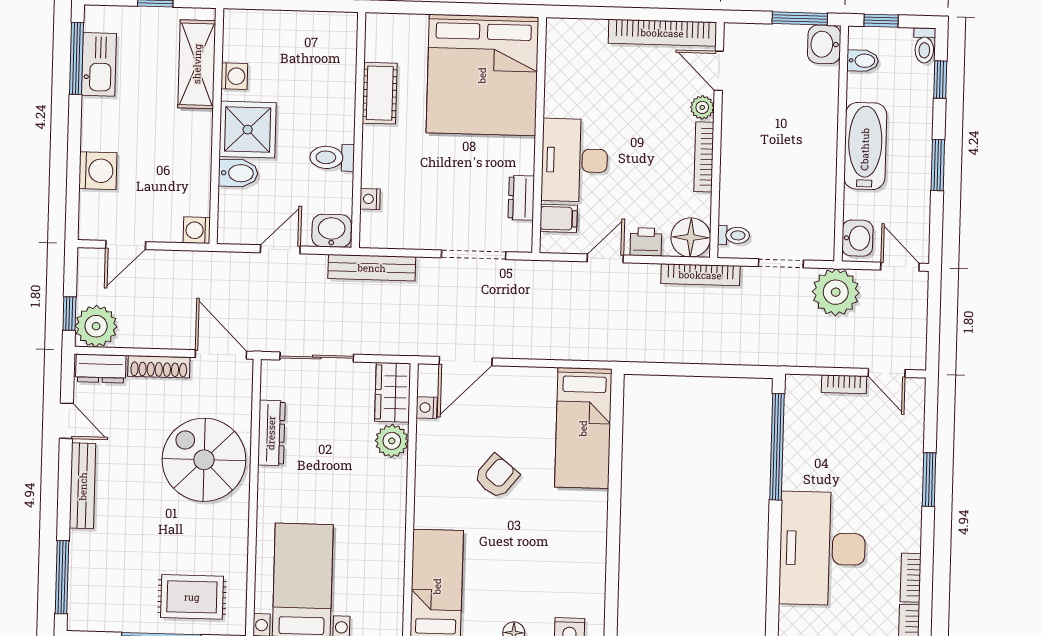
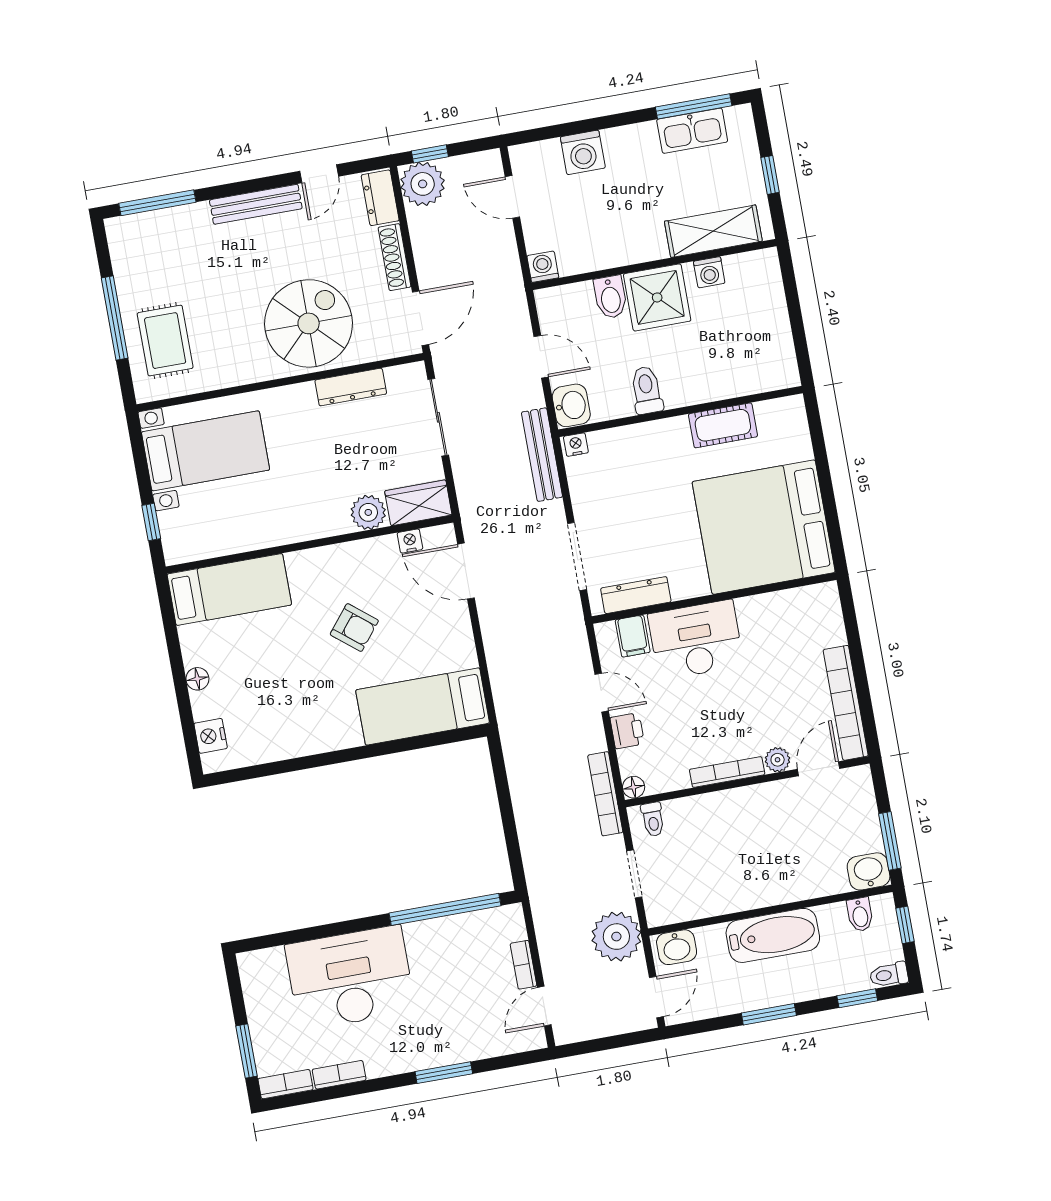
dresser: (521, 198) -> (636, 595), width x1.44
nightstand: (370, 199) -> (576, 445), moved
floor lamp: (691, 237) -> (634, 787), width x0.53, depth x0.53

